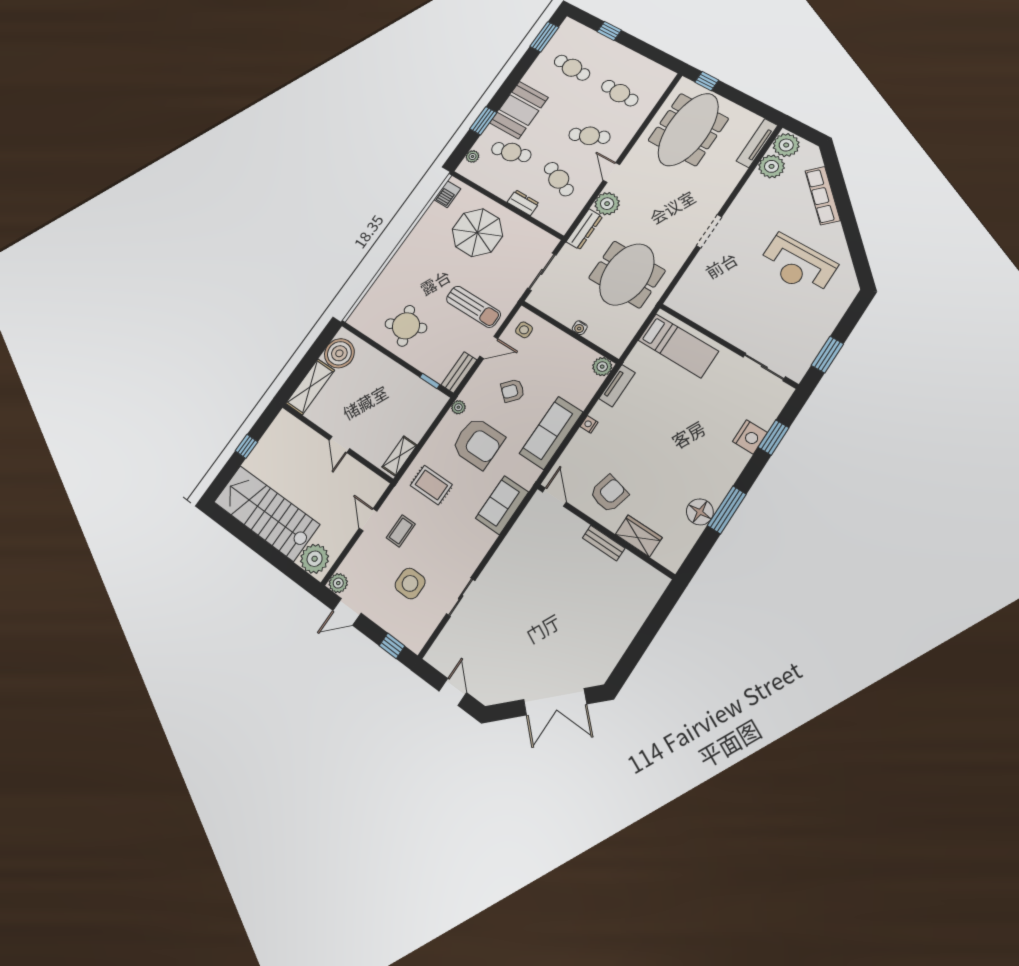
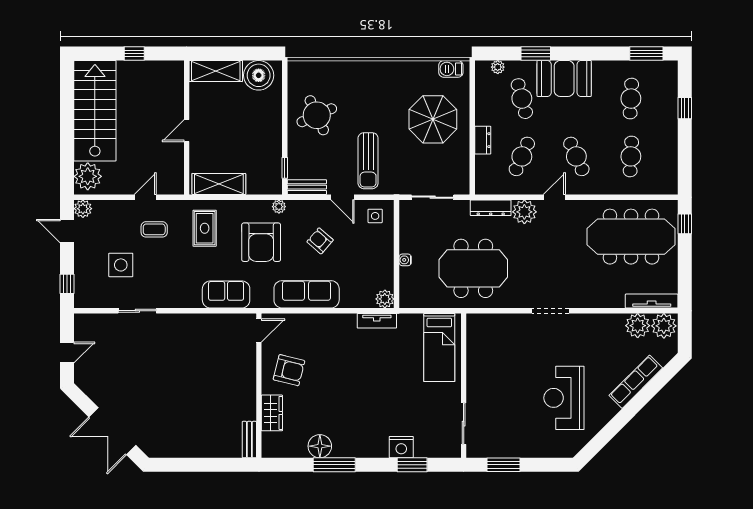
nightstand: (589, 424) -> (332, 319), removed
shelving: (400, 456) -> (219, 184), width x1.50, depth x1.33
bench: (604, 543) -> (249, 440), moved

